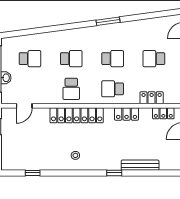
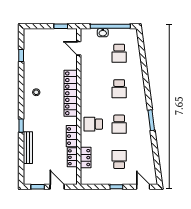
school desk: (71, 89) -> (93, 89), removed
school desk: (113, 89) -> (93, 124), turned -90
locker: (163, 113) -> (72, 157), moved

